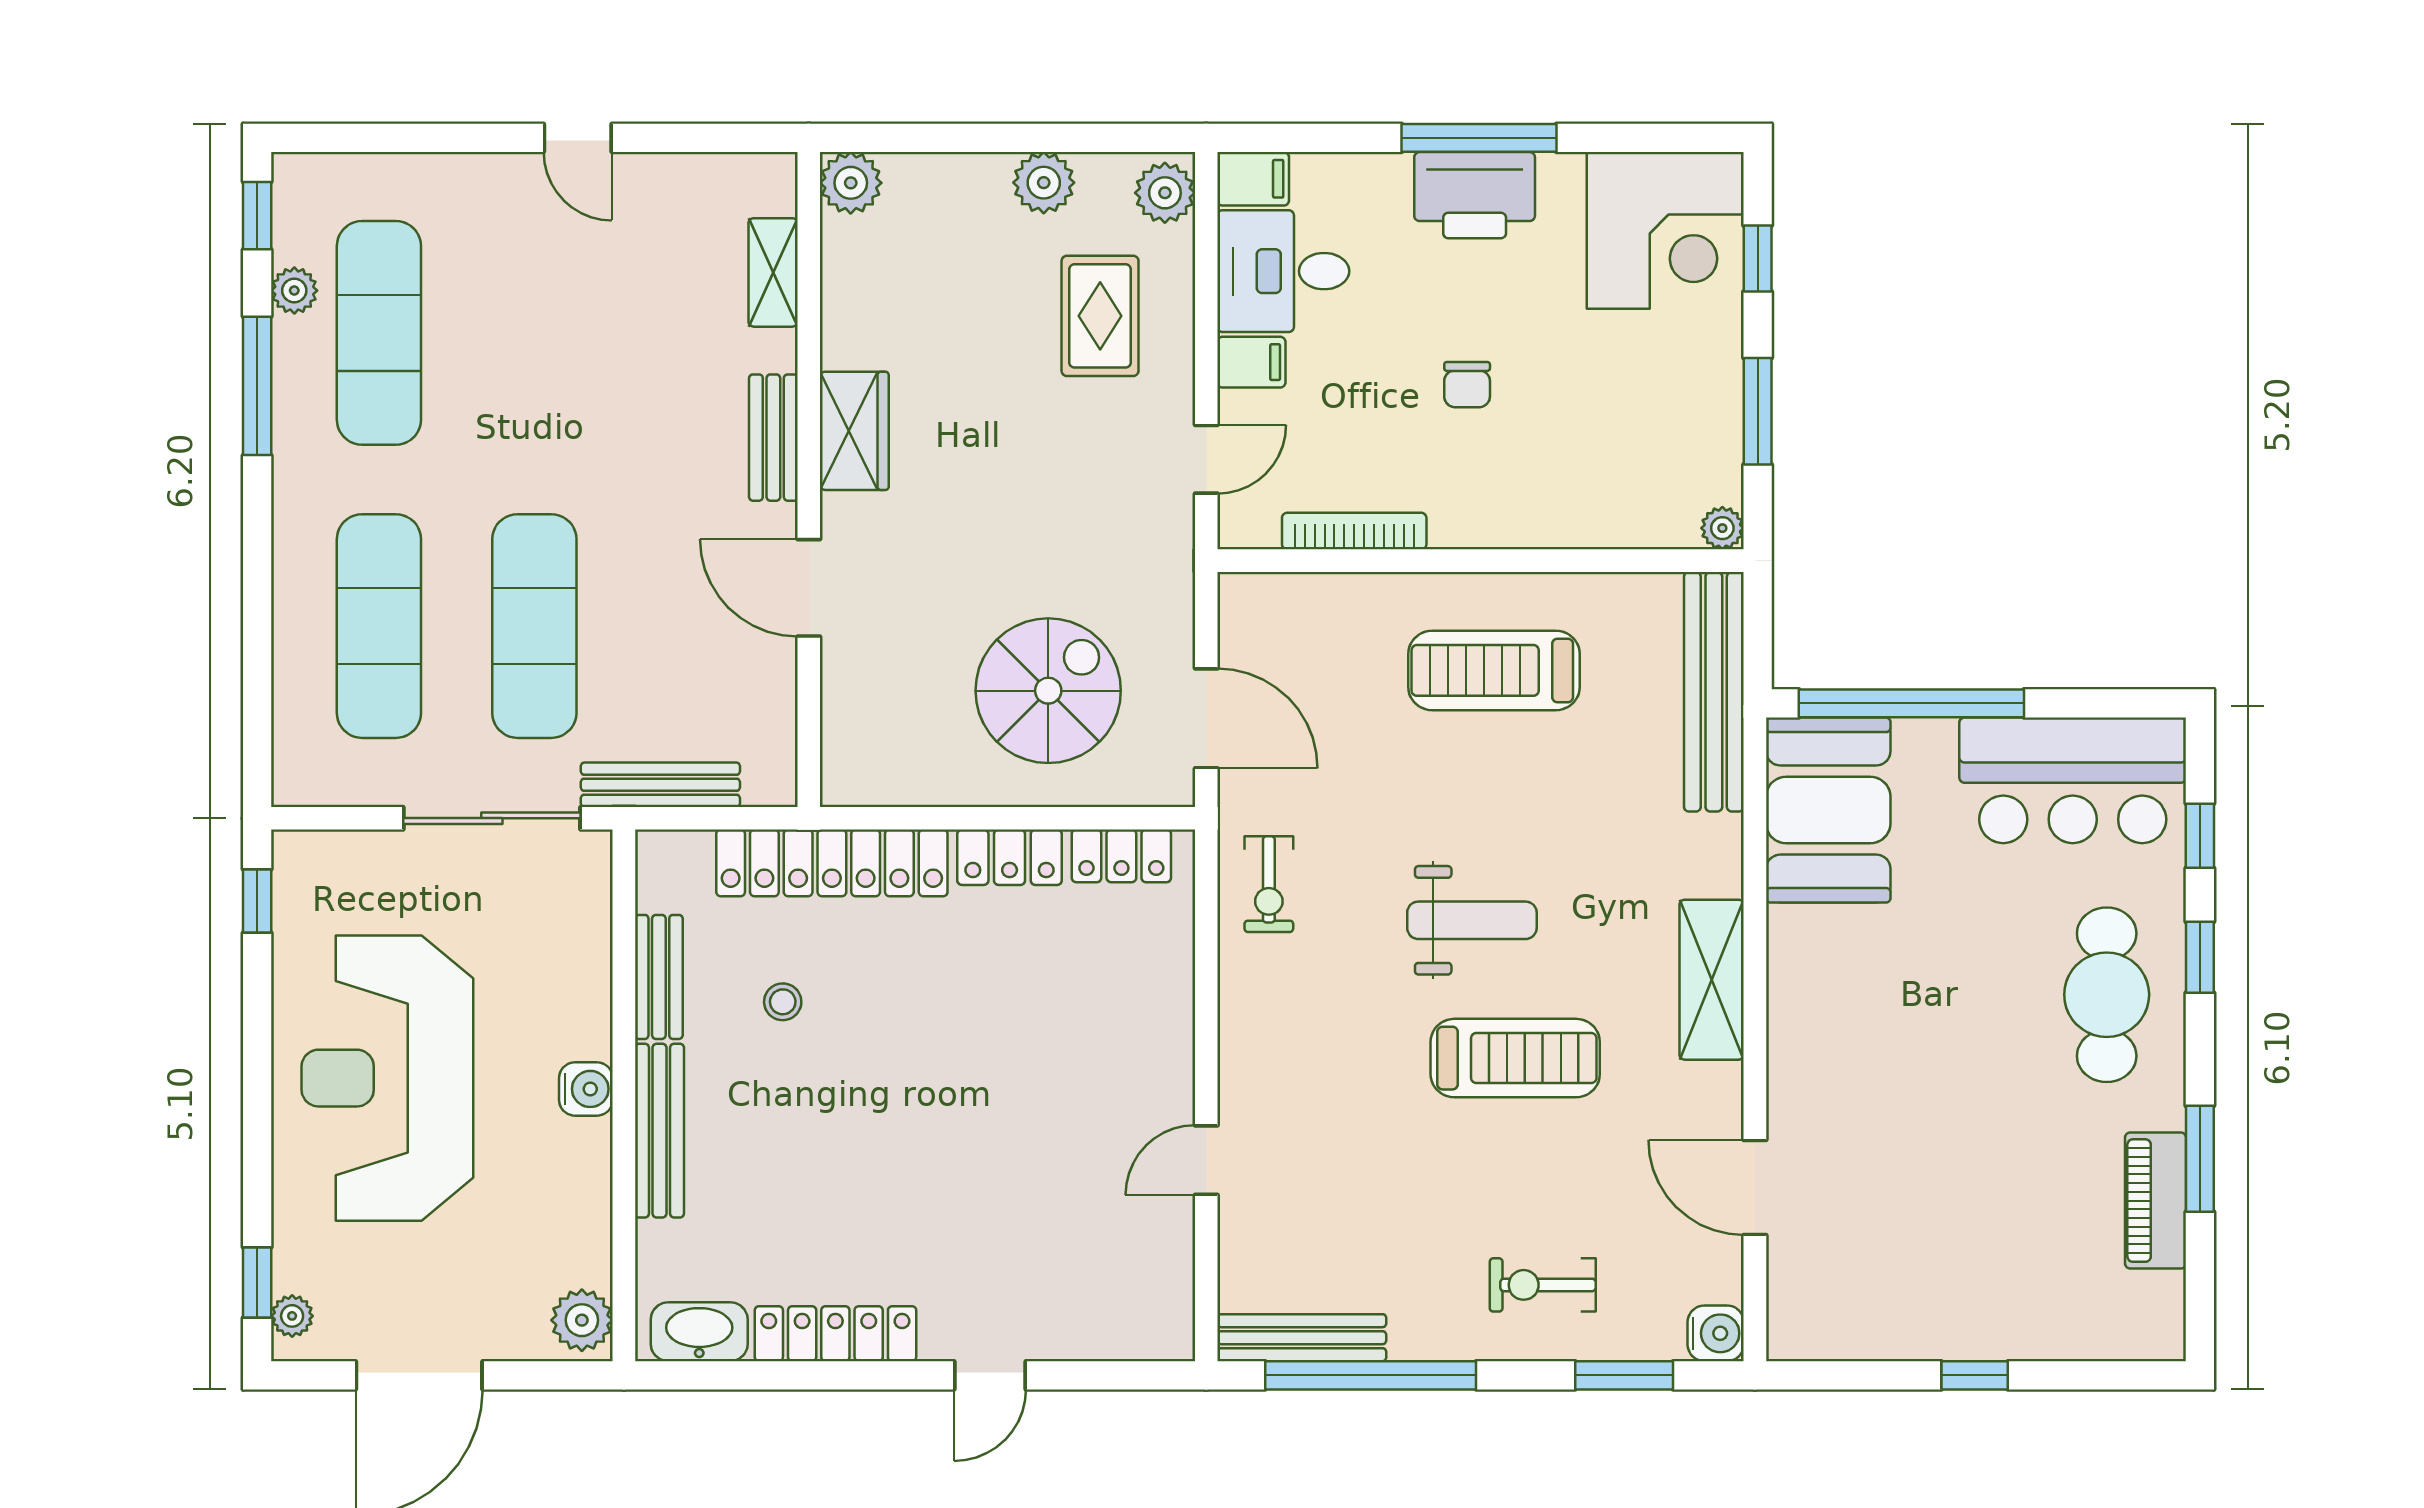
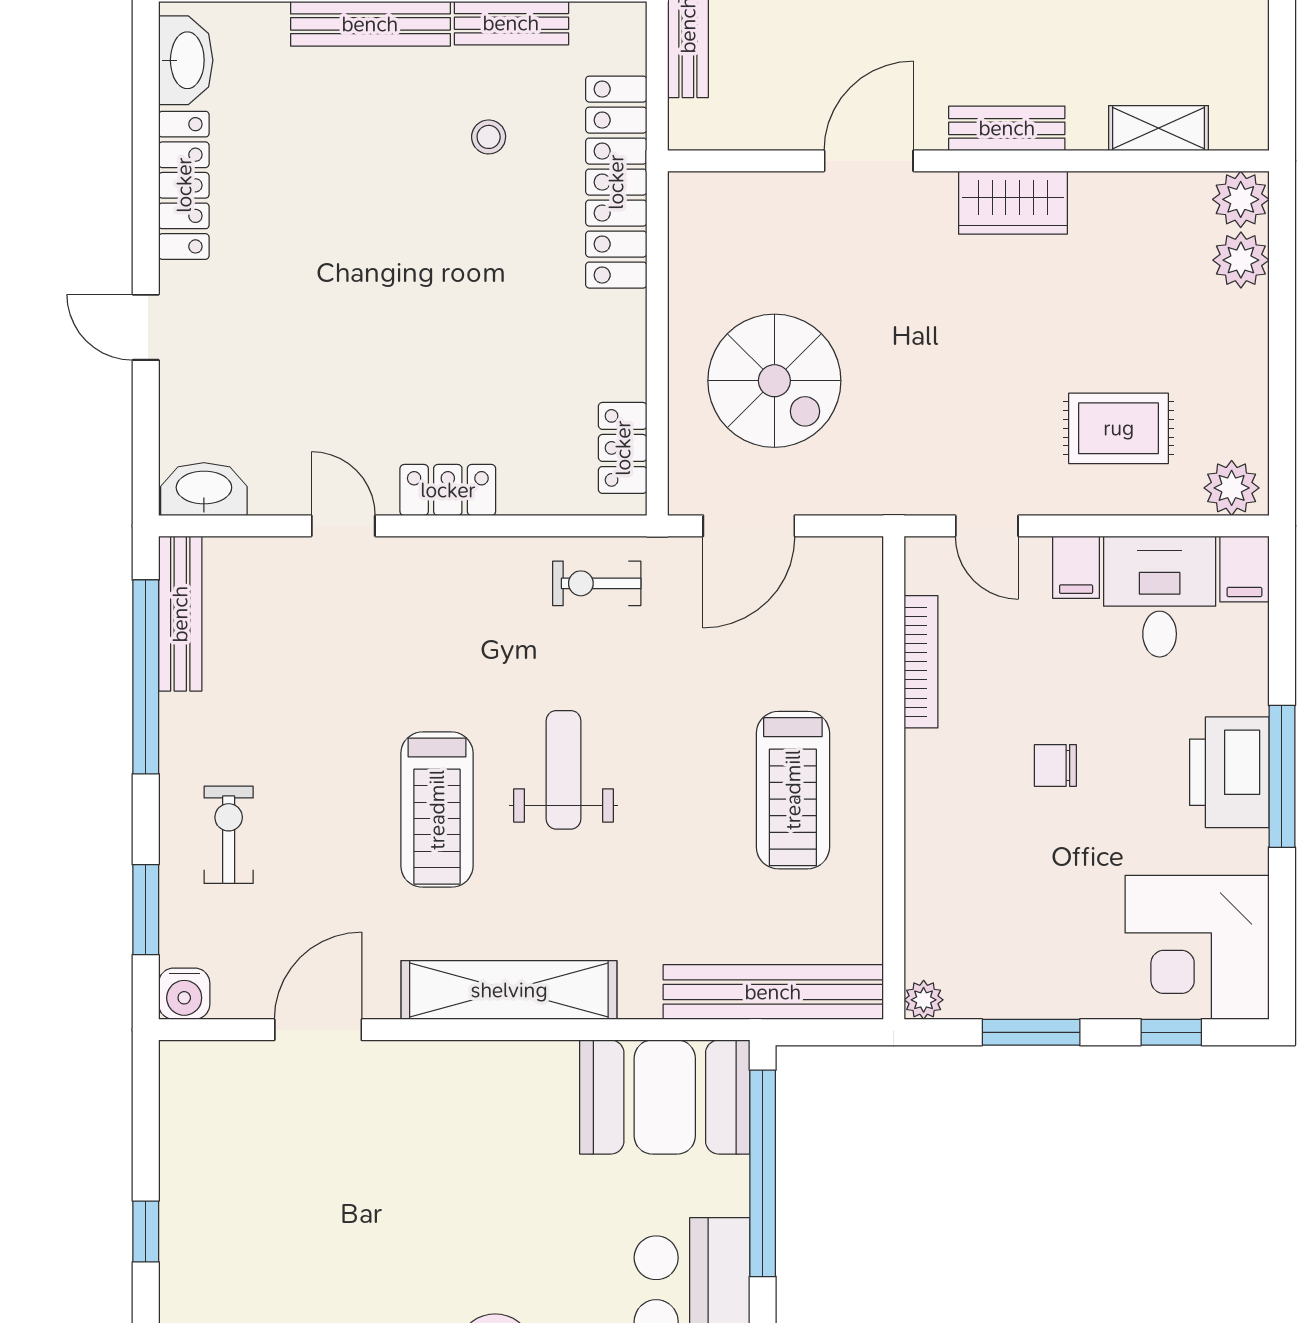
plant: (1044, 183) -> (1241, 260), moved
treadmill: (1494, 670) -> (793, 790), turned 180
locker: (1010, 857) -> (448, 490), moved, turned 90
weight bench: (1472, 920) -> (563, 770), turned 180
shelving: (1712, 980) -> (509, 990), width x1.47
washbasin: (1166, 1312) -> (204, 489), added

